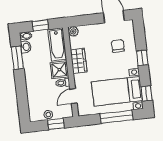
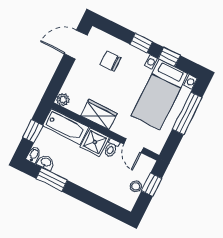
window: (146, 93) -> (169, 57), moved

